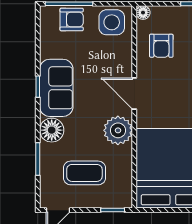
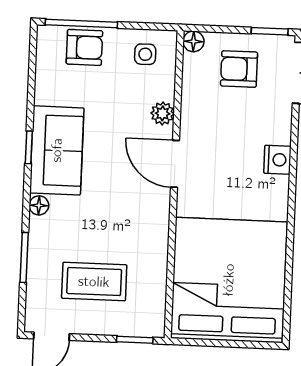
side table: (112, 22) -> (145, 54), width x0.54, depth x0.54
armchair: (161, 46) -> (239, 69), moved, turned 90
floor lamp: (52, 130) -> (39, 205), width x0.53, depth x0.53
plant: (118, 130) -> (163, 113), moved, width x0.53, depth x0.53

